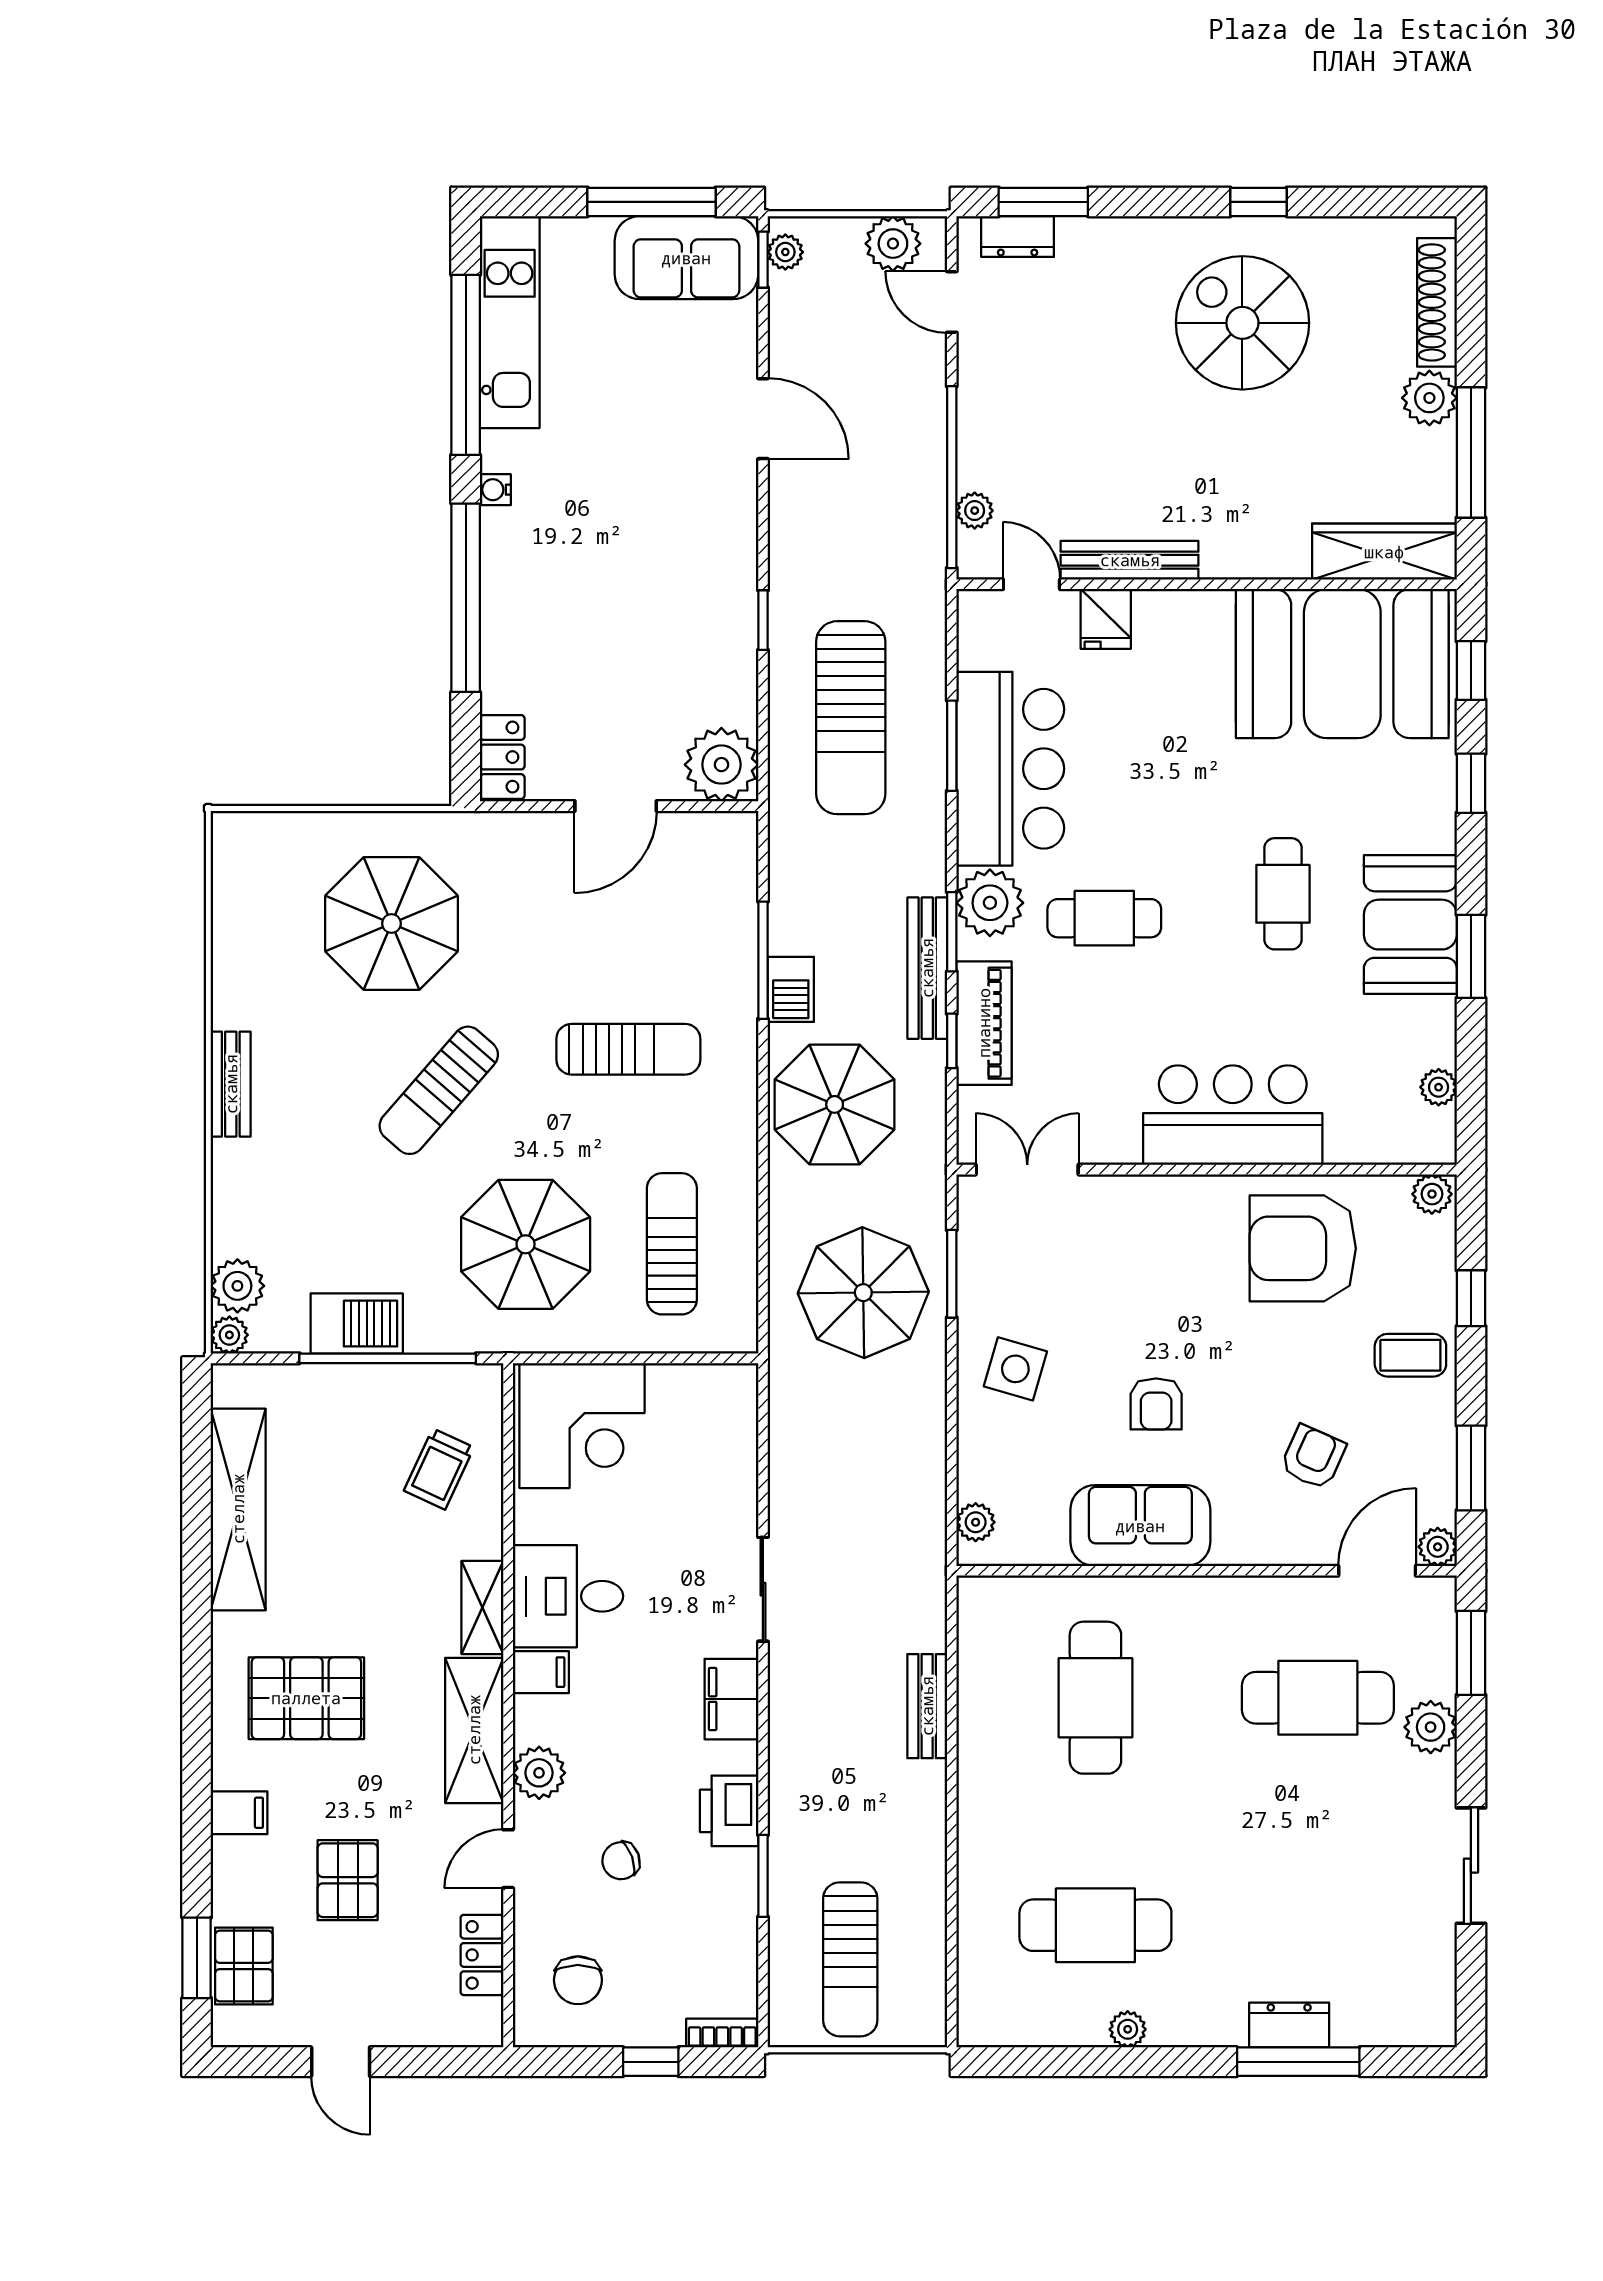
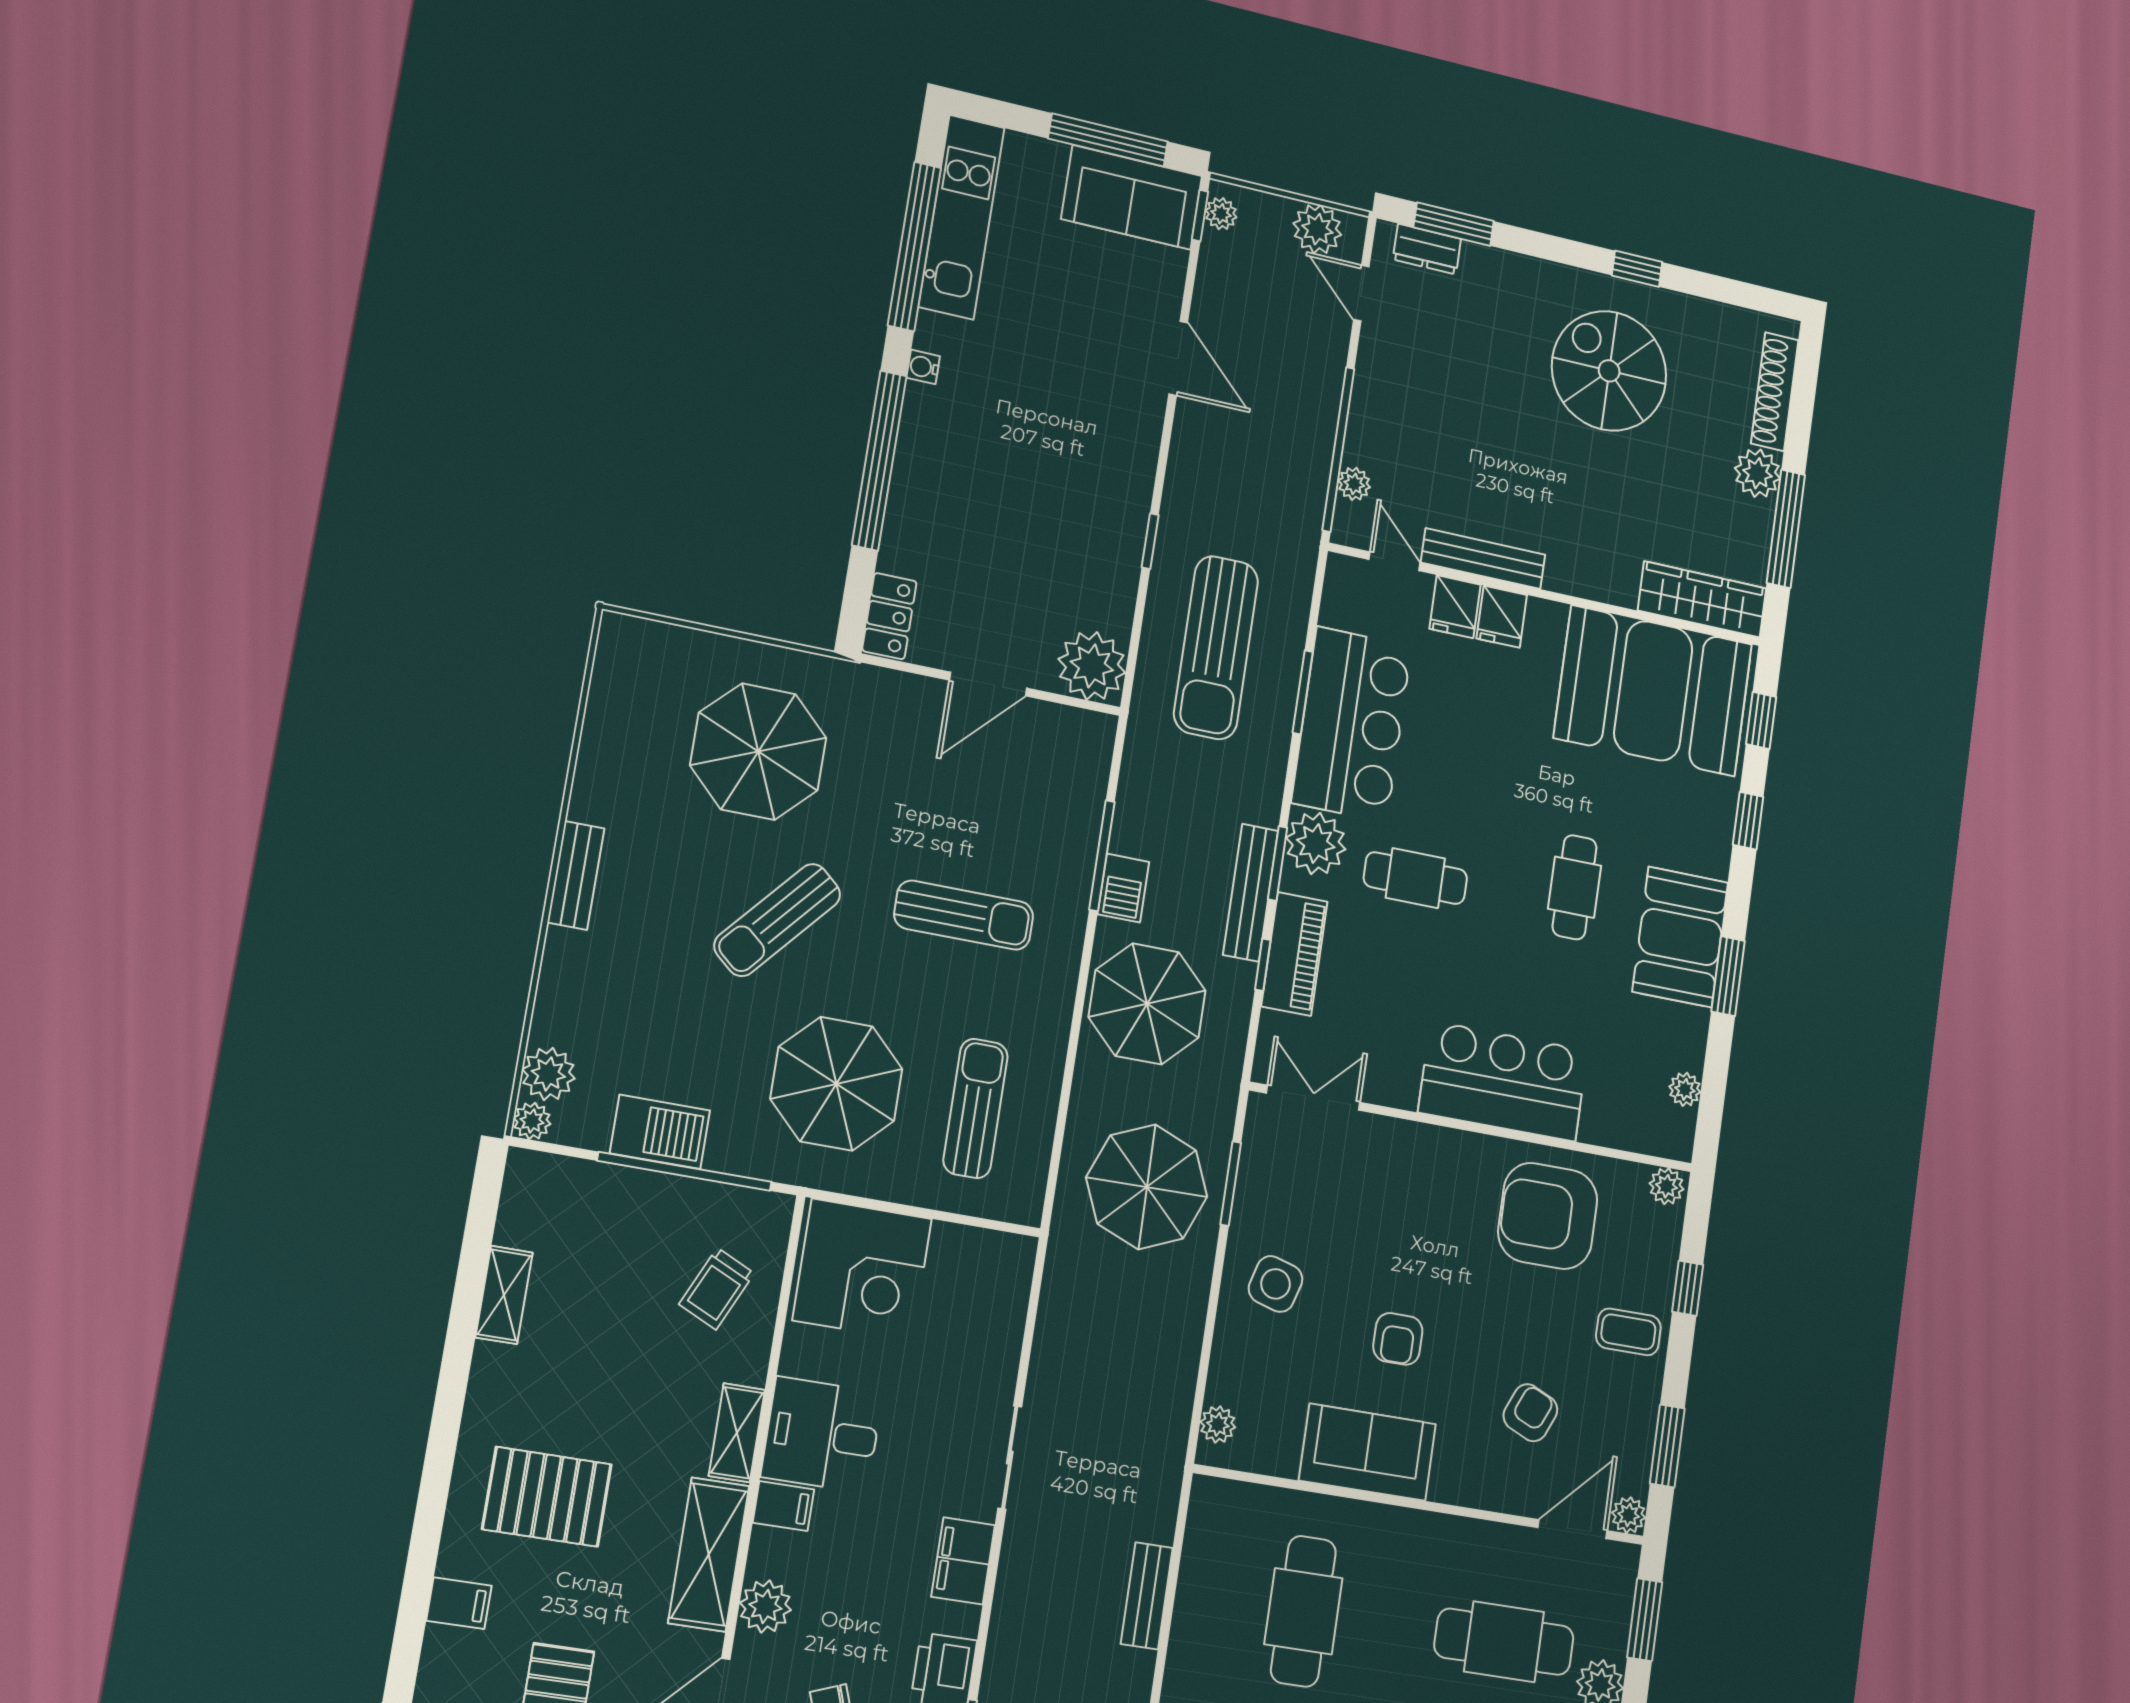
fridge: (1159, 619) -> (1502, 617), added
shelving: (238, 1509) -> (504, 1295), width x0.45, depth x0.75

